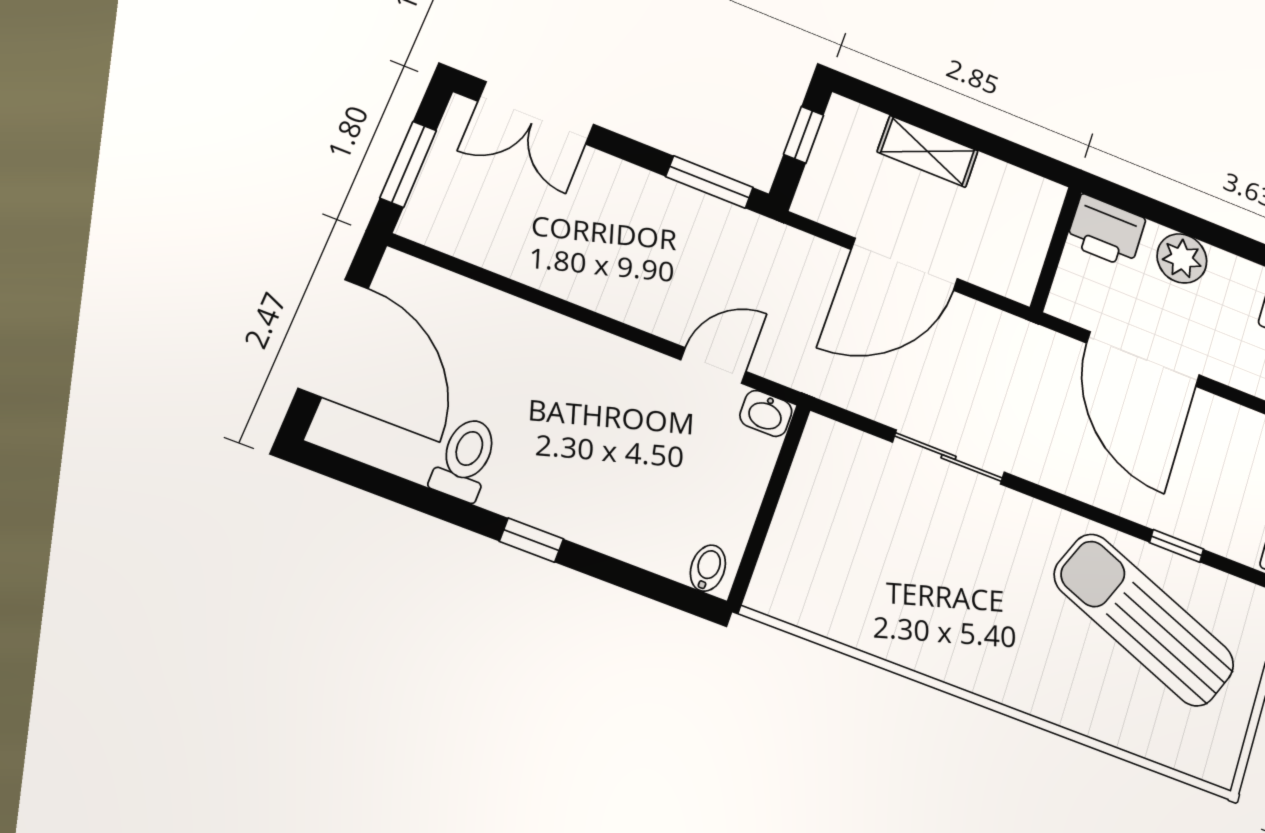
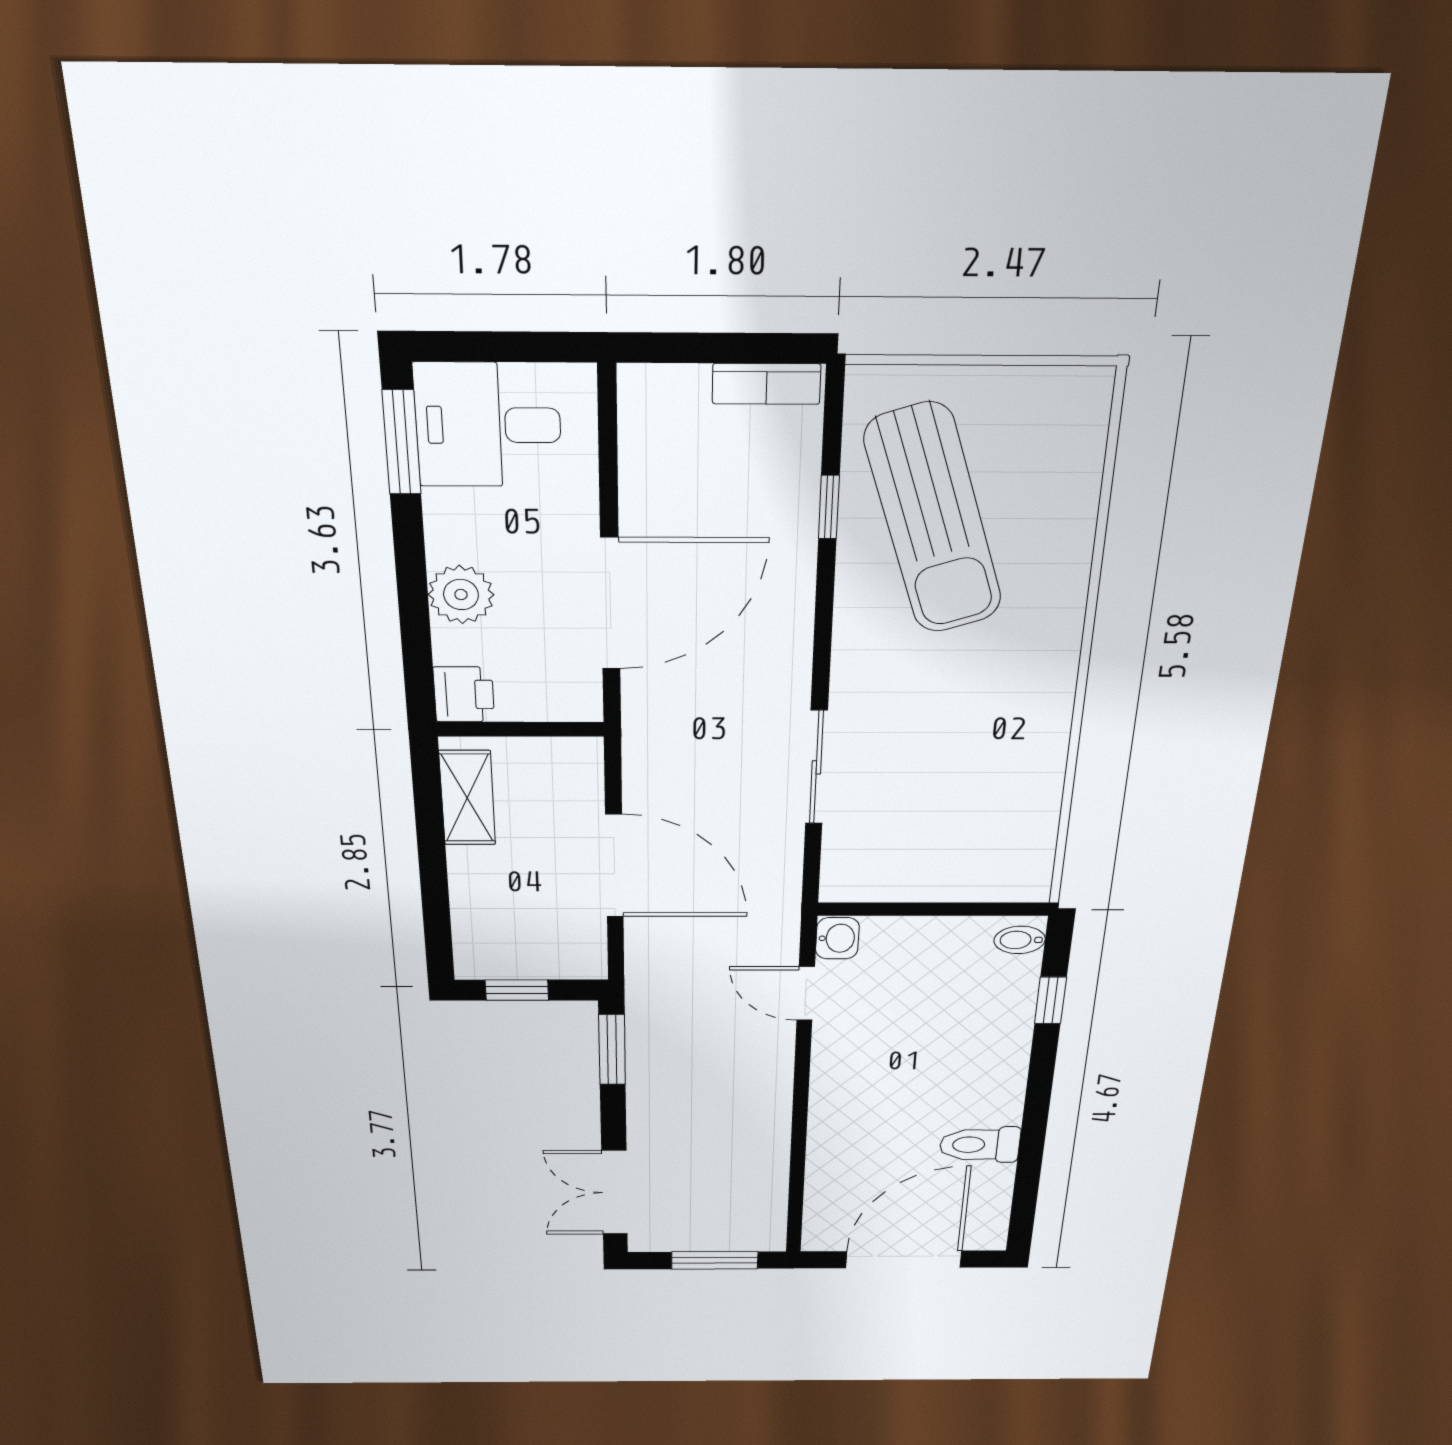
double door: (536, 113) -> (615, 1193), swing flipped
shelving: (928, 151) -> (467, 798), moved
printer: (1106, 231) -> (464, 694), width x0.73, depth x0.81
window: (531, 540) -> (1050, 1000), moved
sun lounger: (1144, 620) -> (934, 520), turned -40

